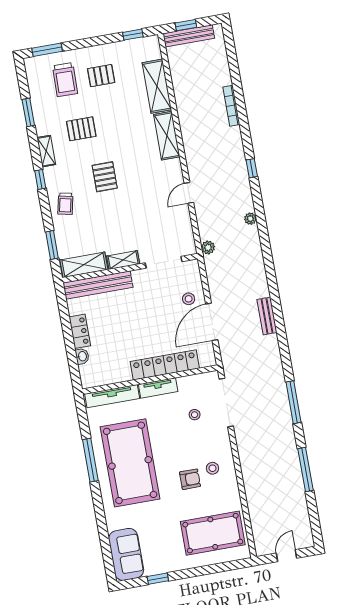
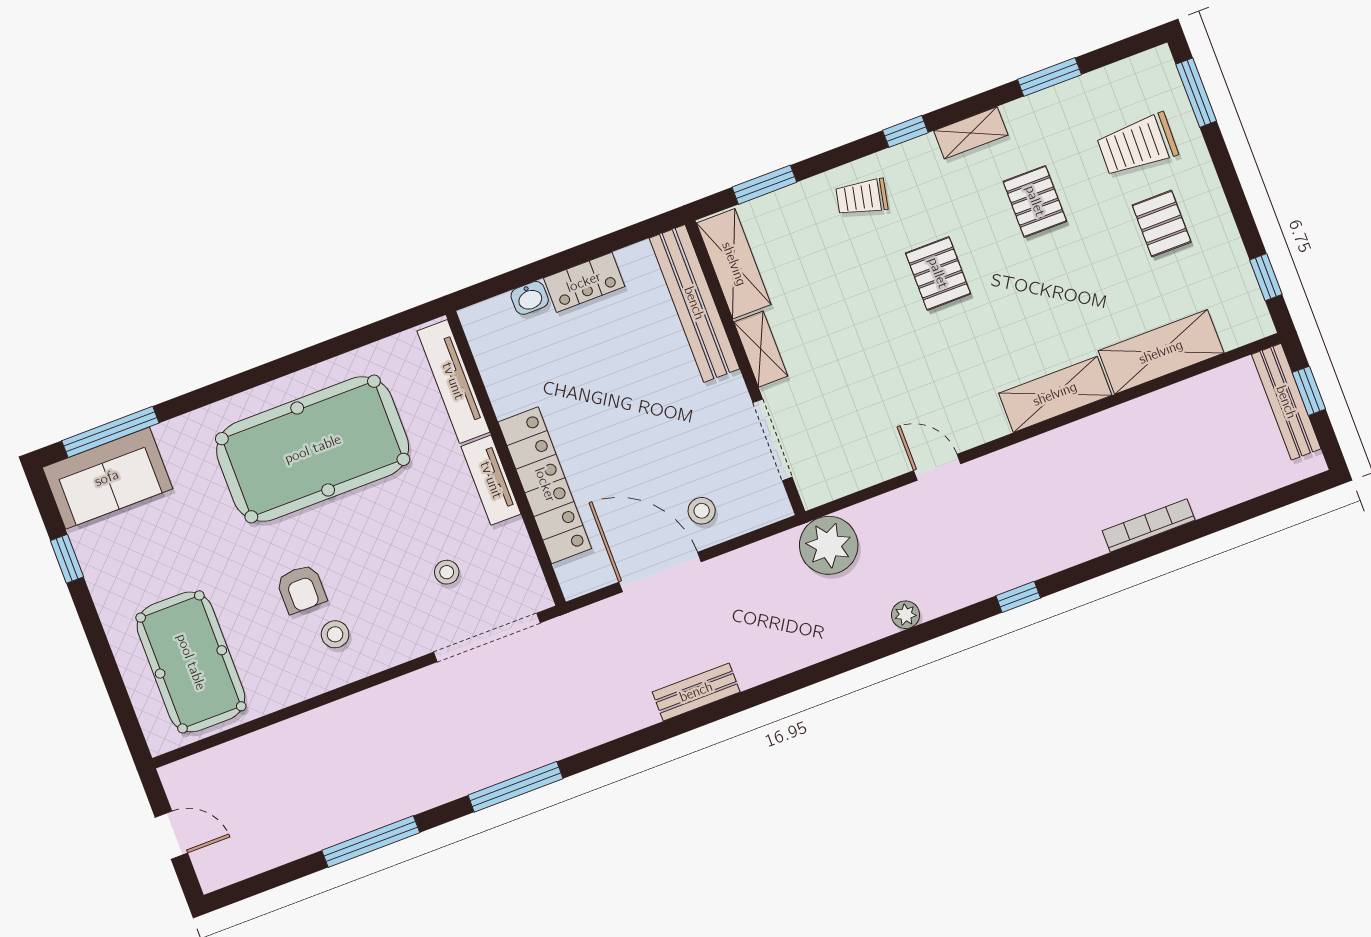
pallet: (105, 177) -> (938, 273), turned 90
plant: (208, 247) -> (829, 545), width x1.88, depth x1.88
window: (90, 460) -> (110, 432), moved

